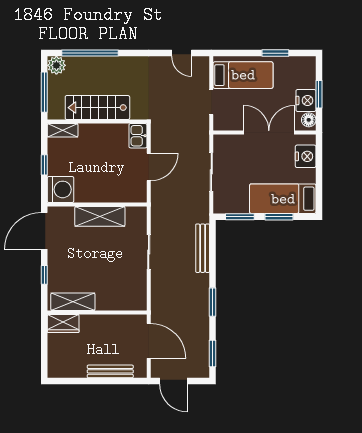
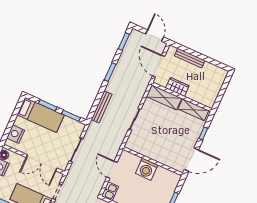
double door: (269, 133) -> (42, 163), moved
door: (149, 167) -> (112, 170), hinge flipped
washing machine: (60, 189) -> (147, 169), moved, turned -90
shelving: (100, 216) -> (164, 98), moved
wardrobe: (63, 323) -> (177, 87), moved

